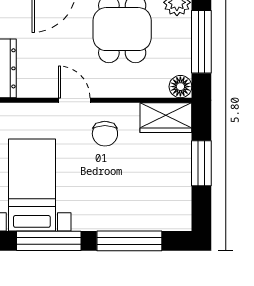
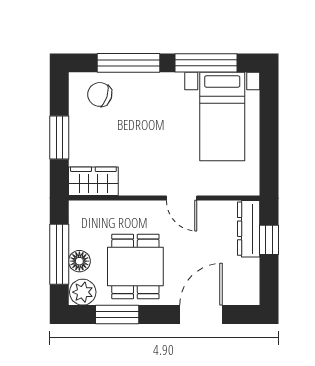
floor lamp: (180, 87) -> (79, 261), moved
chair: (105, 134) -> (100, 94), moved, turned -72

